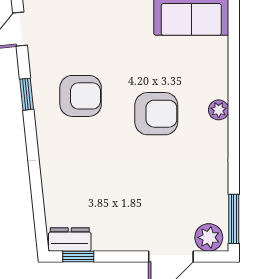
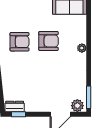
armchair: (156, 114) -> (48, 41), moved

